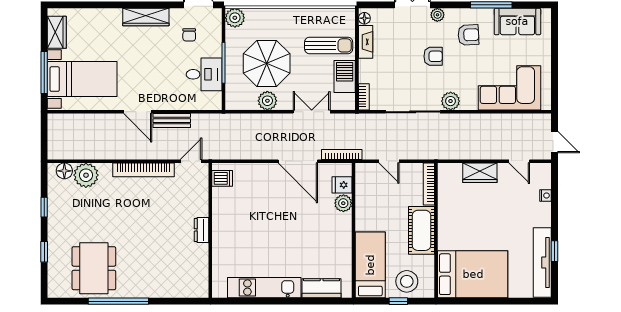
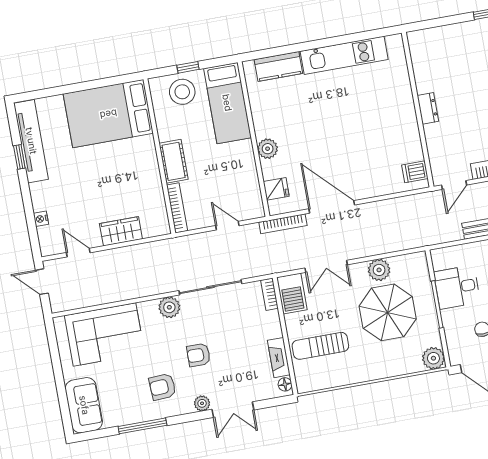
sofa: (517, 21) -> (84, 405), moved, turned 90
barbecue: (345, 77) -> (292, 293), moved
plant: (343, 203) -> (268, 149), moved
cot: (421, 230) -> (174, 161), width x0.73, depth x0.75

